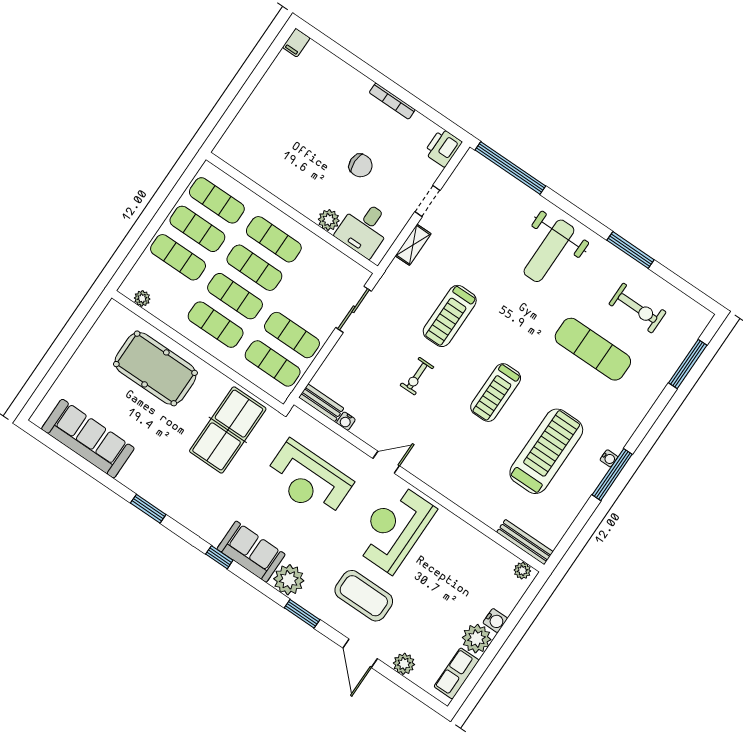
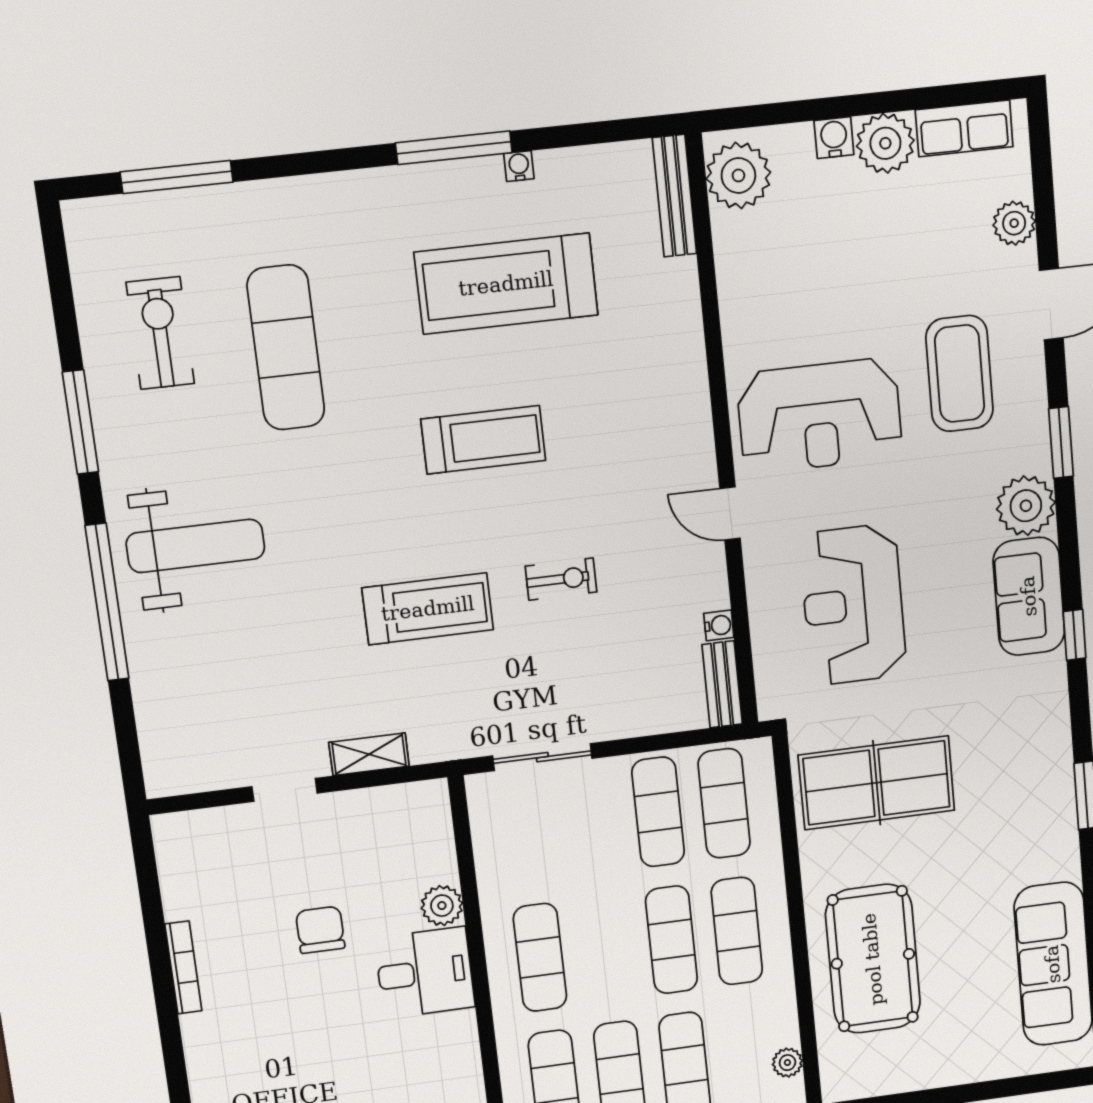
printer: (443, 148) -> (184, 836), removed
window: (510, 168) -> (107, 602), moved
desk: (364, 229) -> (425, 972), moved
exercise mat: (254, 268) -> (606, 949), removed
water cooler: (609, 458) -> (519, 166), moved
reception desk: (308, 480) -> (853, 605), turned 180
plant: (522, 571) -> (738, 175), width x1.88, depth x1.88

